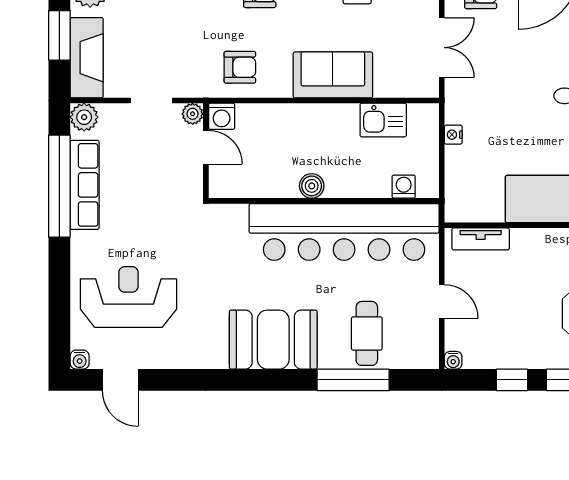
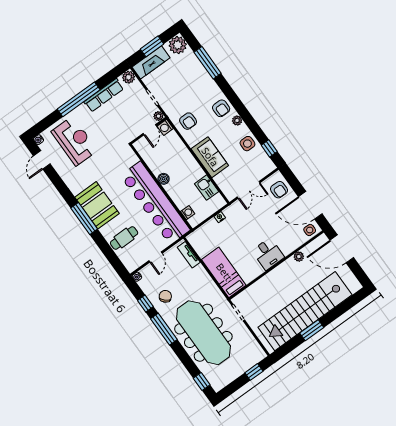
window: (59, 186) -> (79, 99), moved
chair: (525, 335) -> (165, 296), added
window: (353, 380) -> (84, 219), moved

